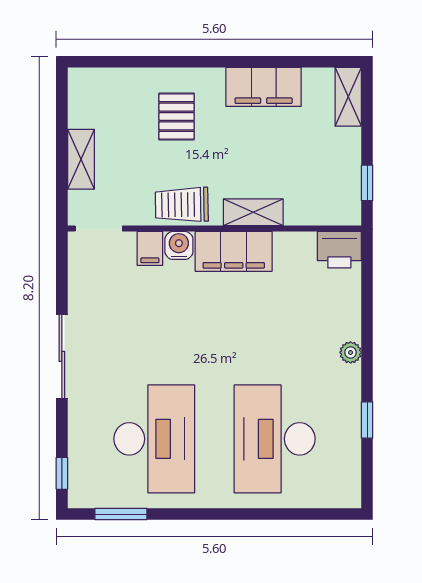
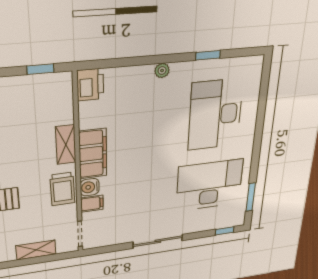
desk: (275, 439) -> (215, 115), turned 90

